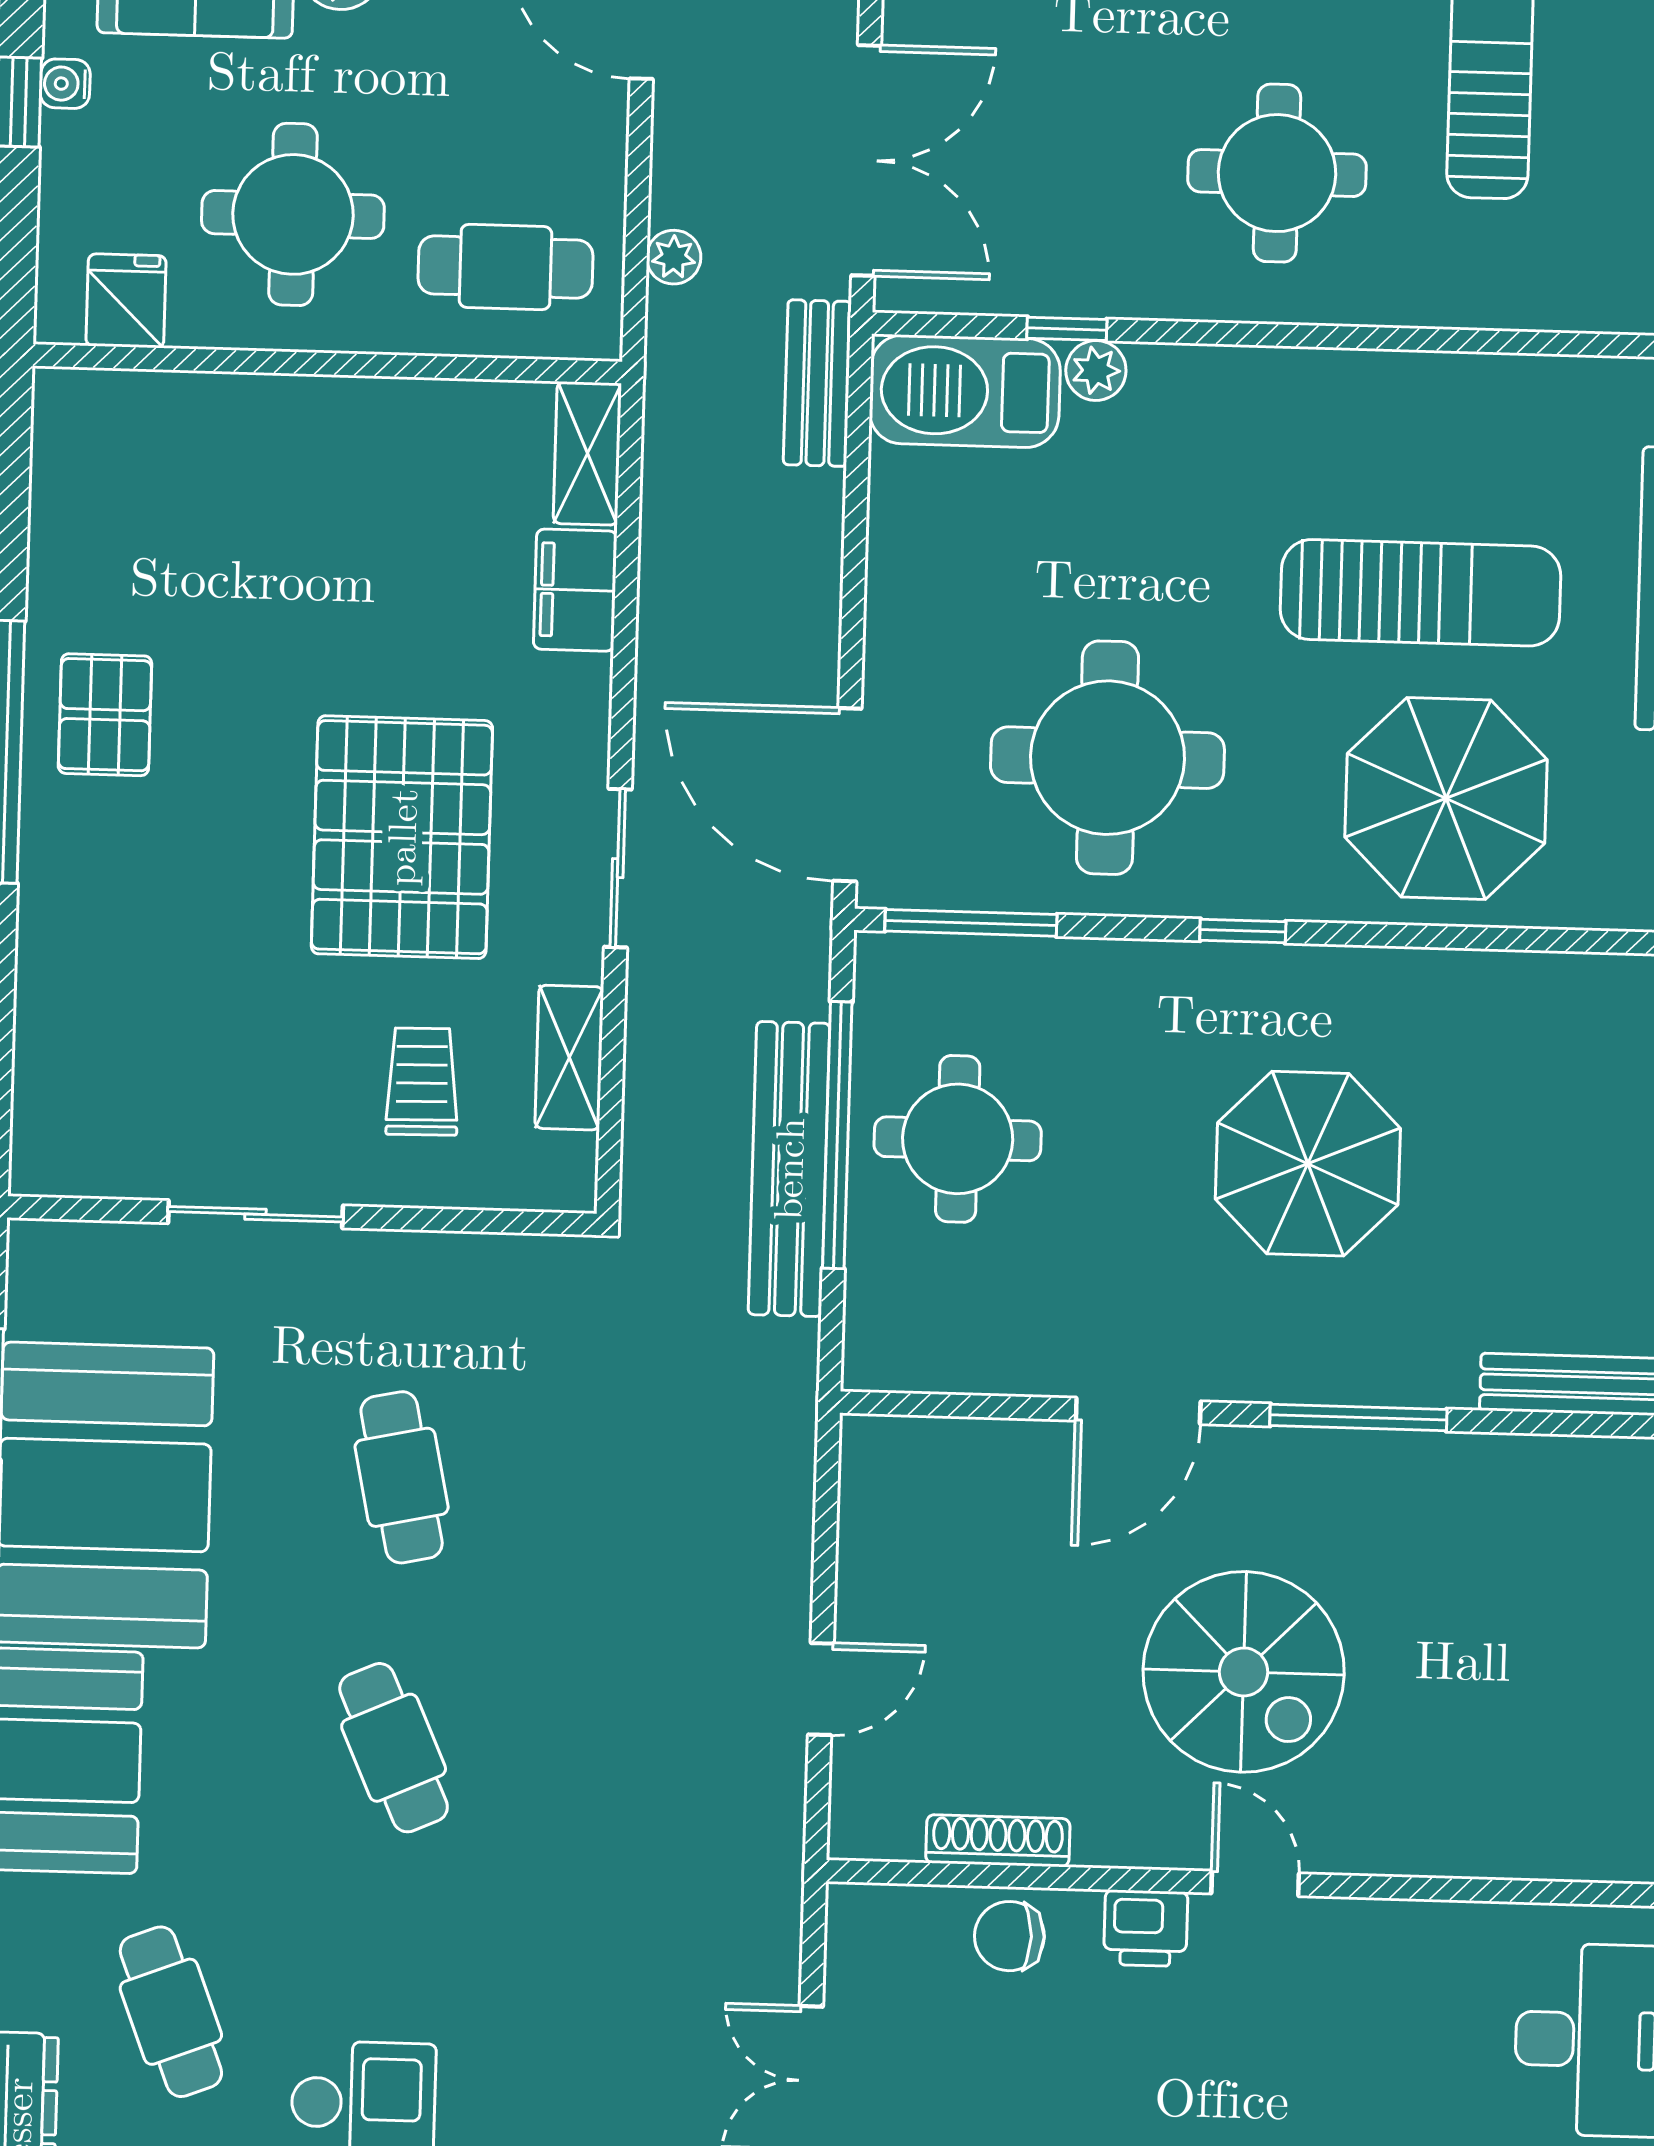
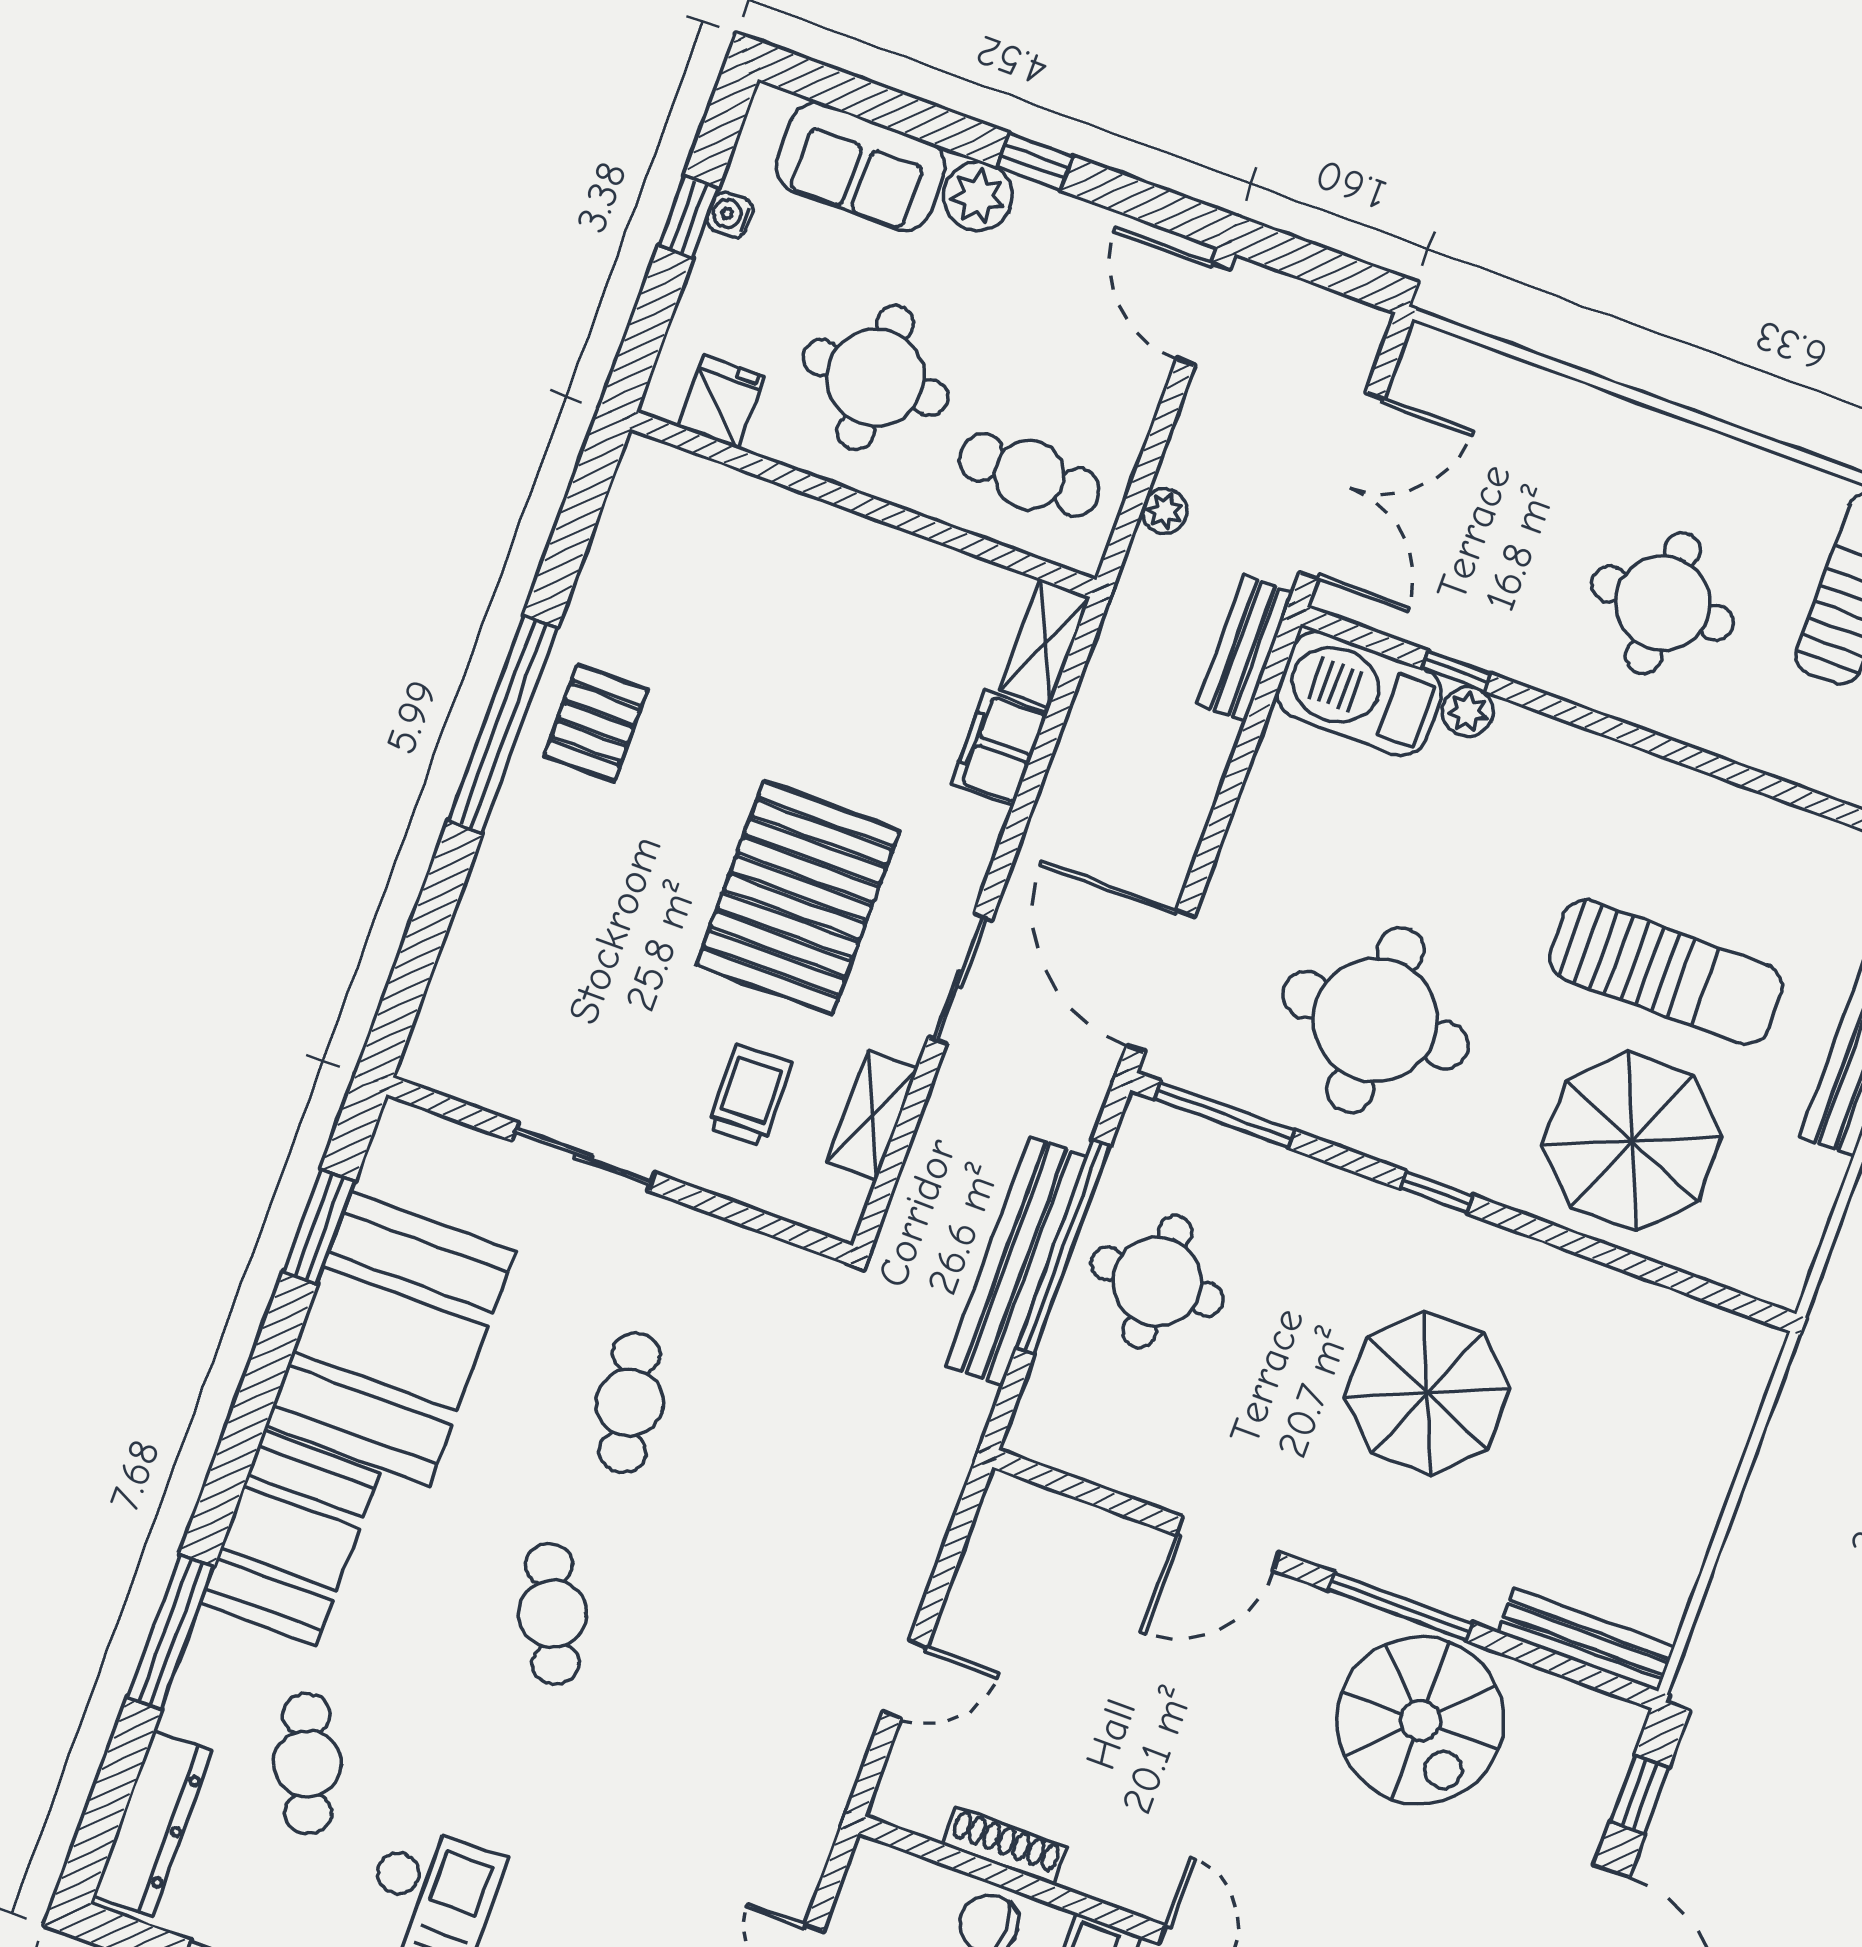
spiral stairs: (1244, 1672) -> (1420, 1721), moved

